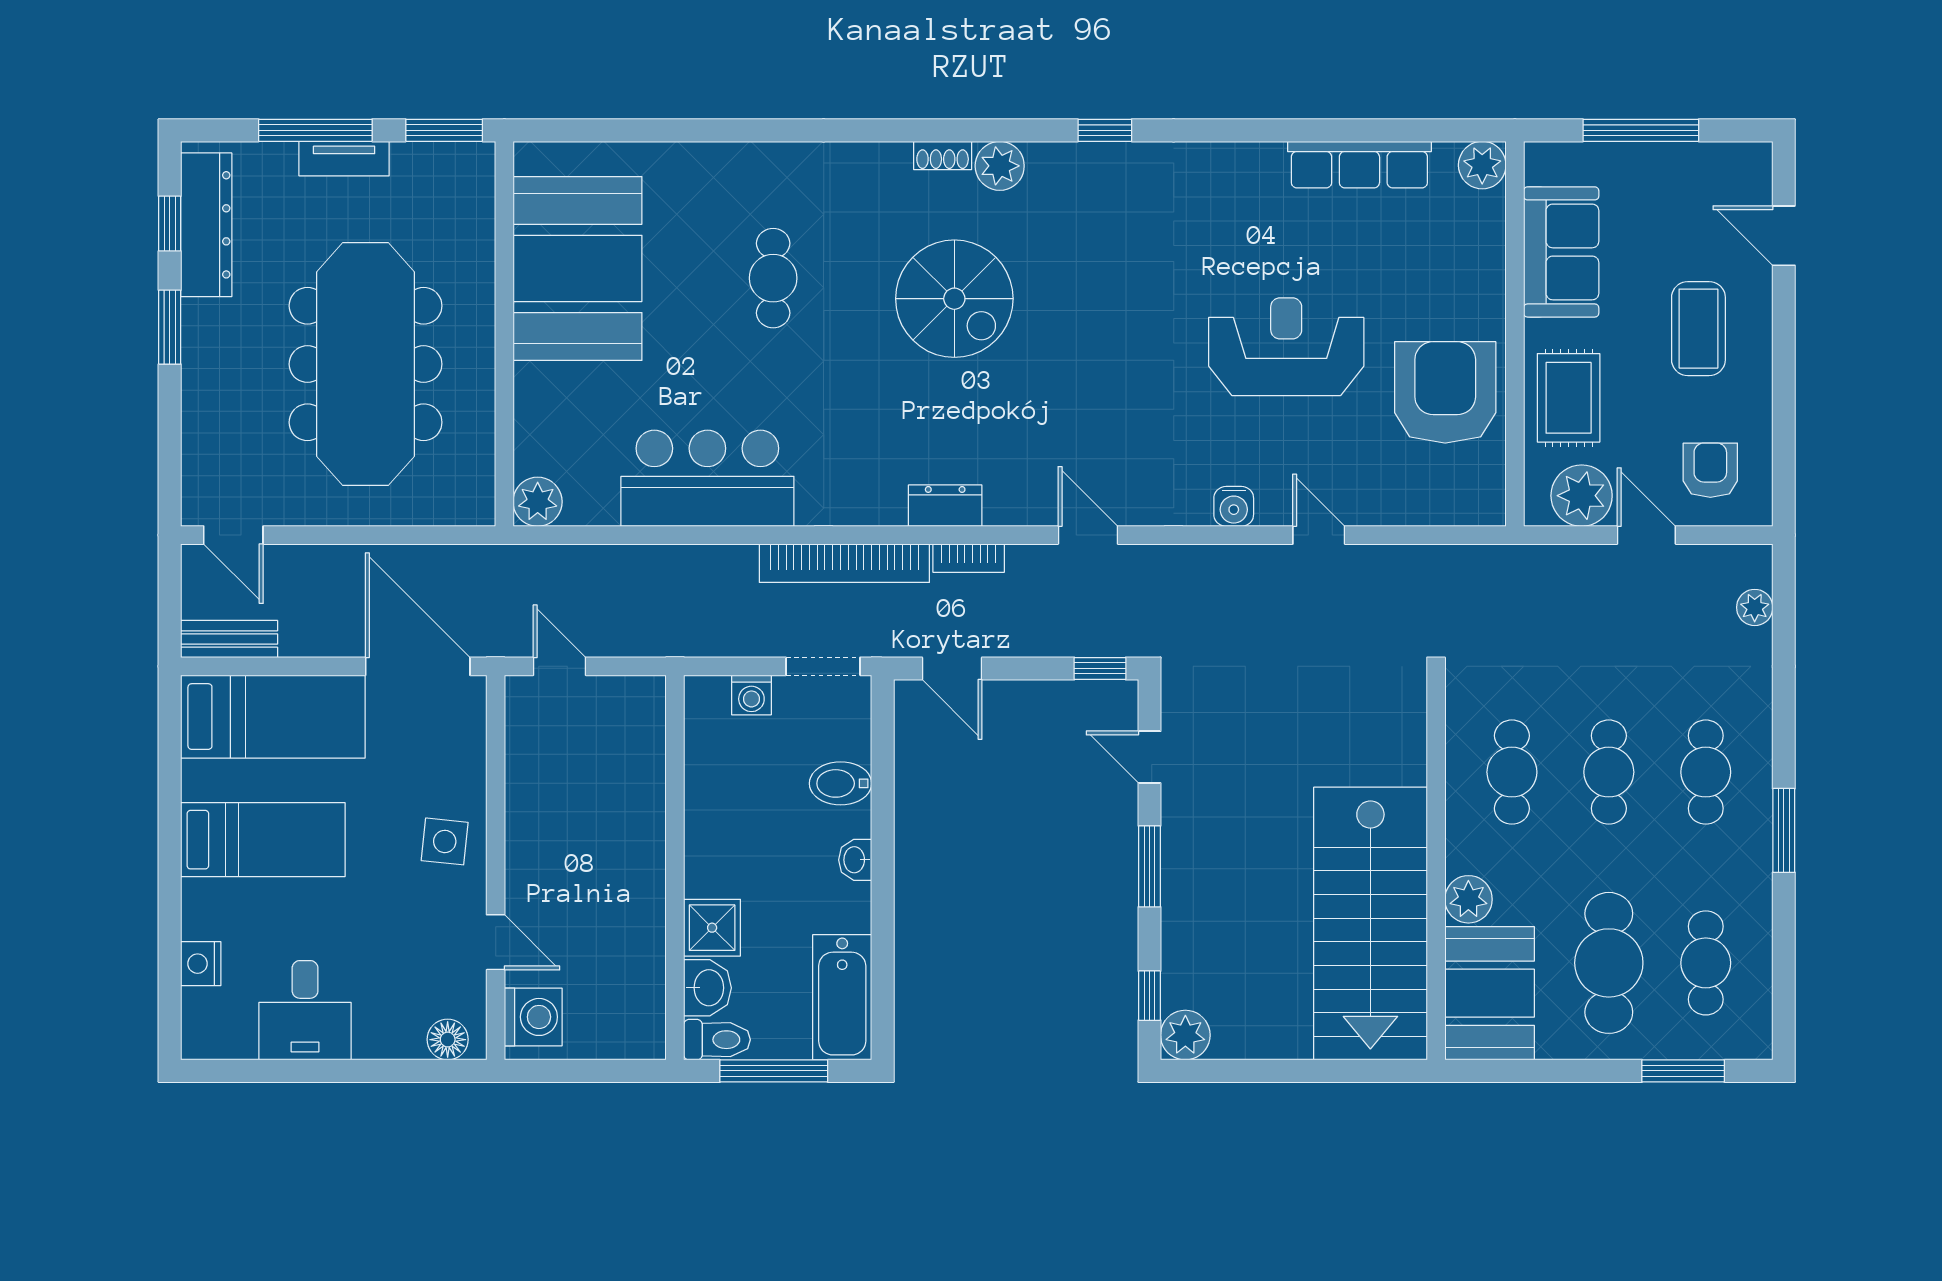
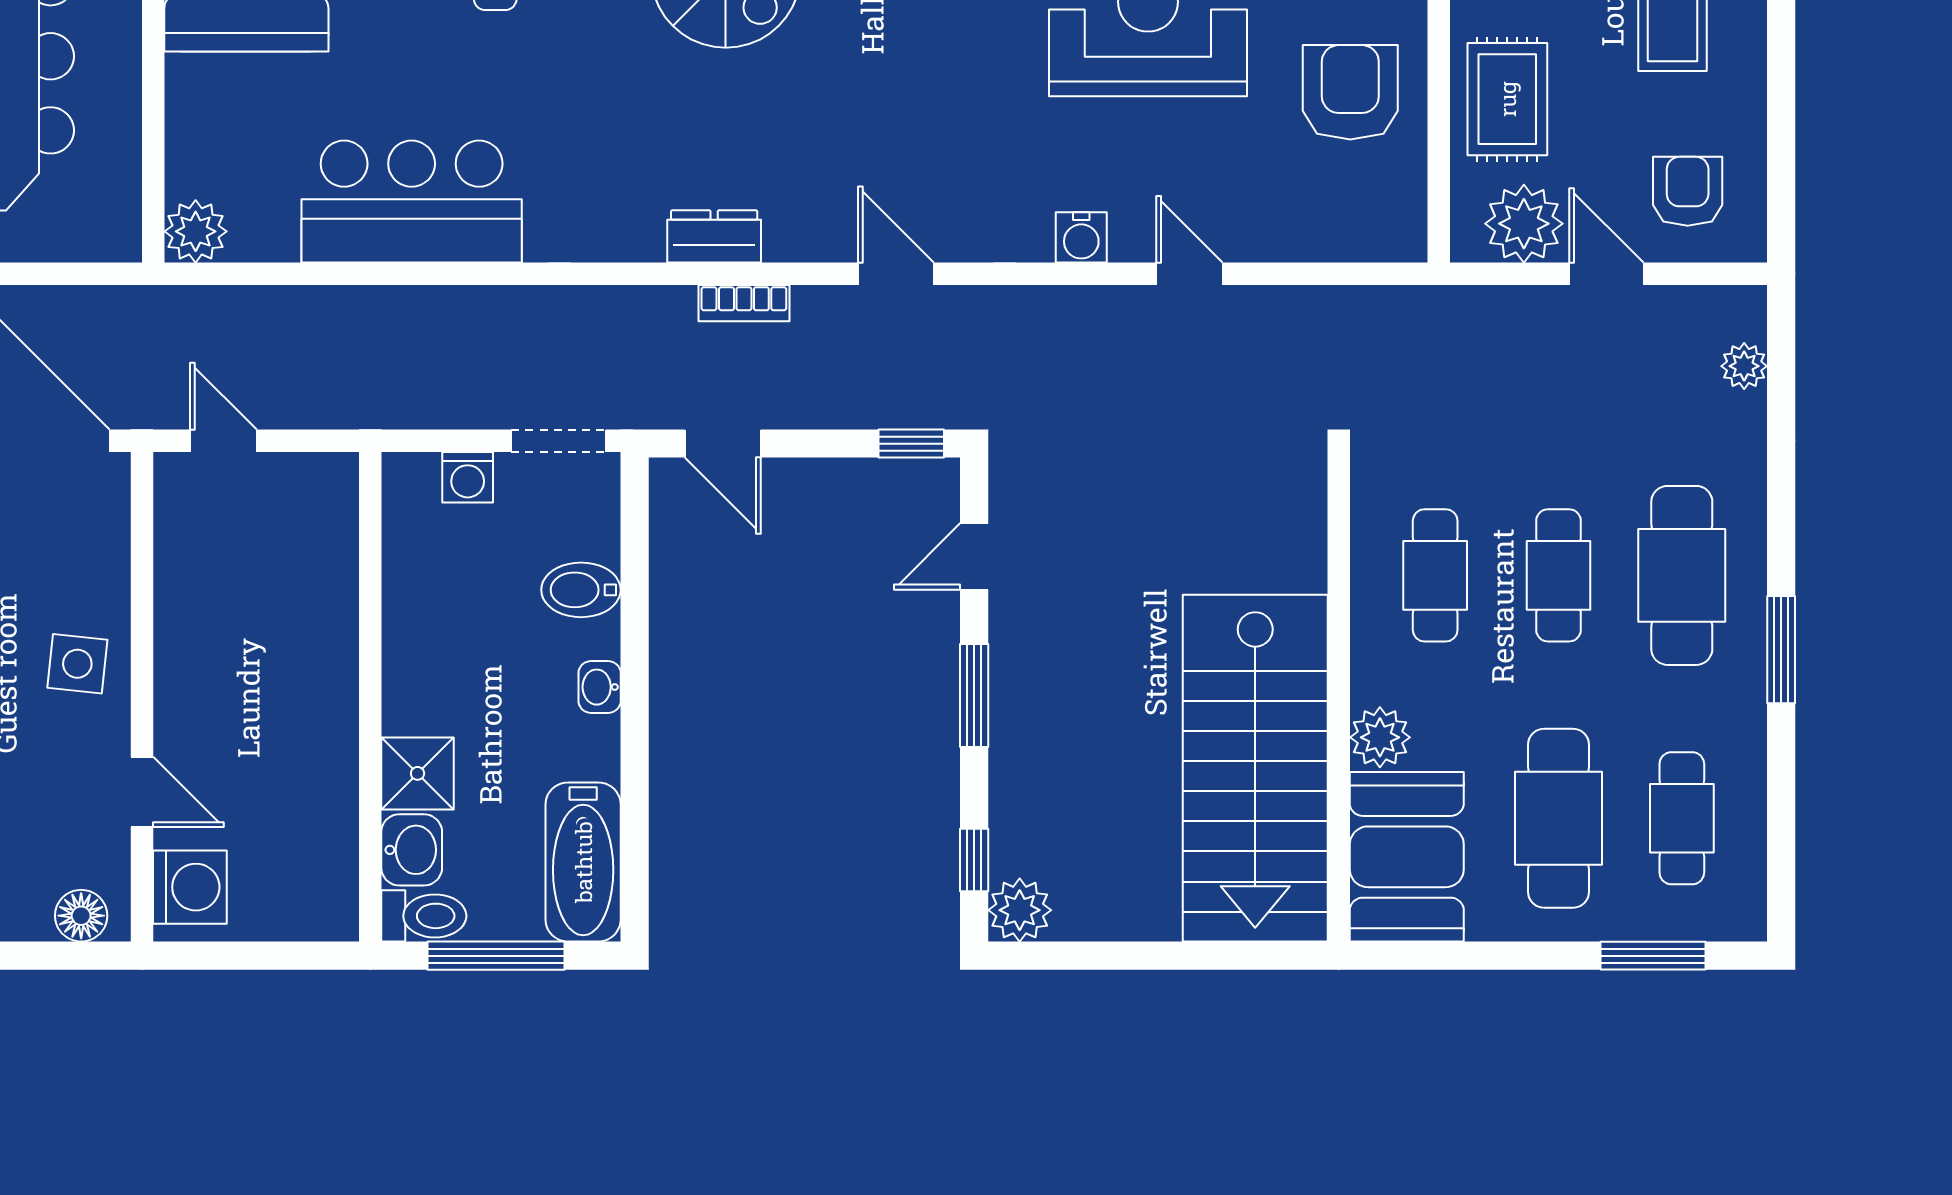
armchair: (1445, 392) -> (1350, 92), width x0.73, depth x0.73
bookcase: (844, 563) -> (586, 310), removed
door: (1150, 757) -> (974, 556), hinge flipped
cafe table: (1706, 772) -> (1682, 575), width x1.37, depth x1.35

